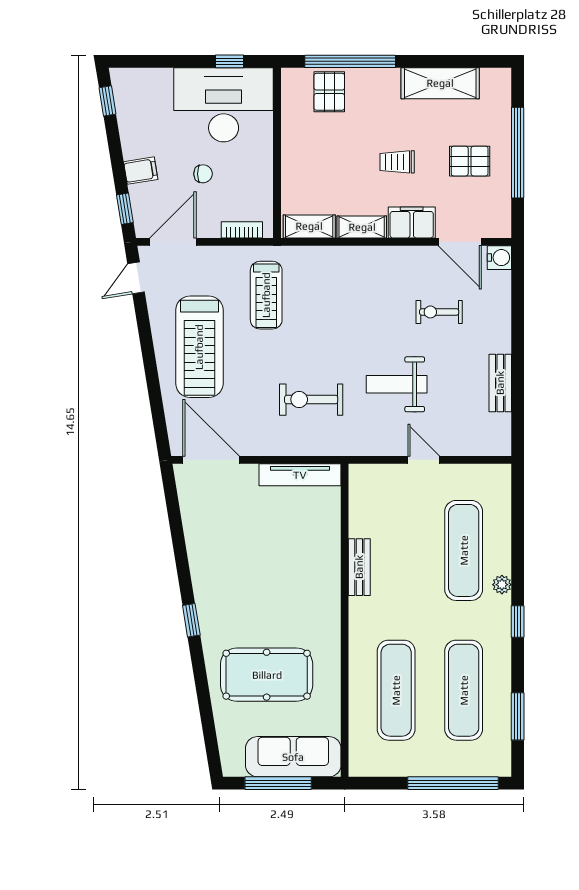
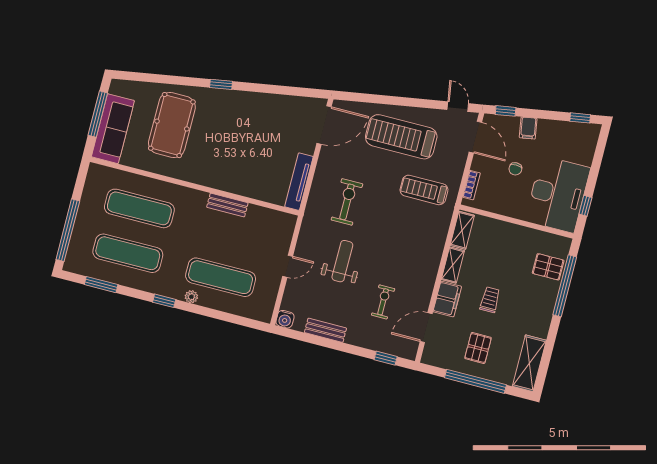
shelving: (440, 83) -> (529, 363), moved
water cooler: (499, 258) -> (285, 319), moved
window: (518, 288) -> (386, 358), added

